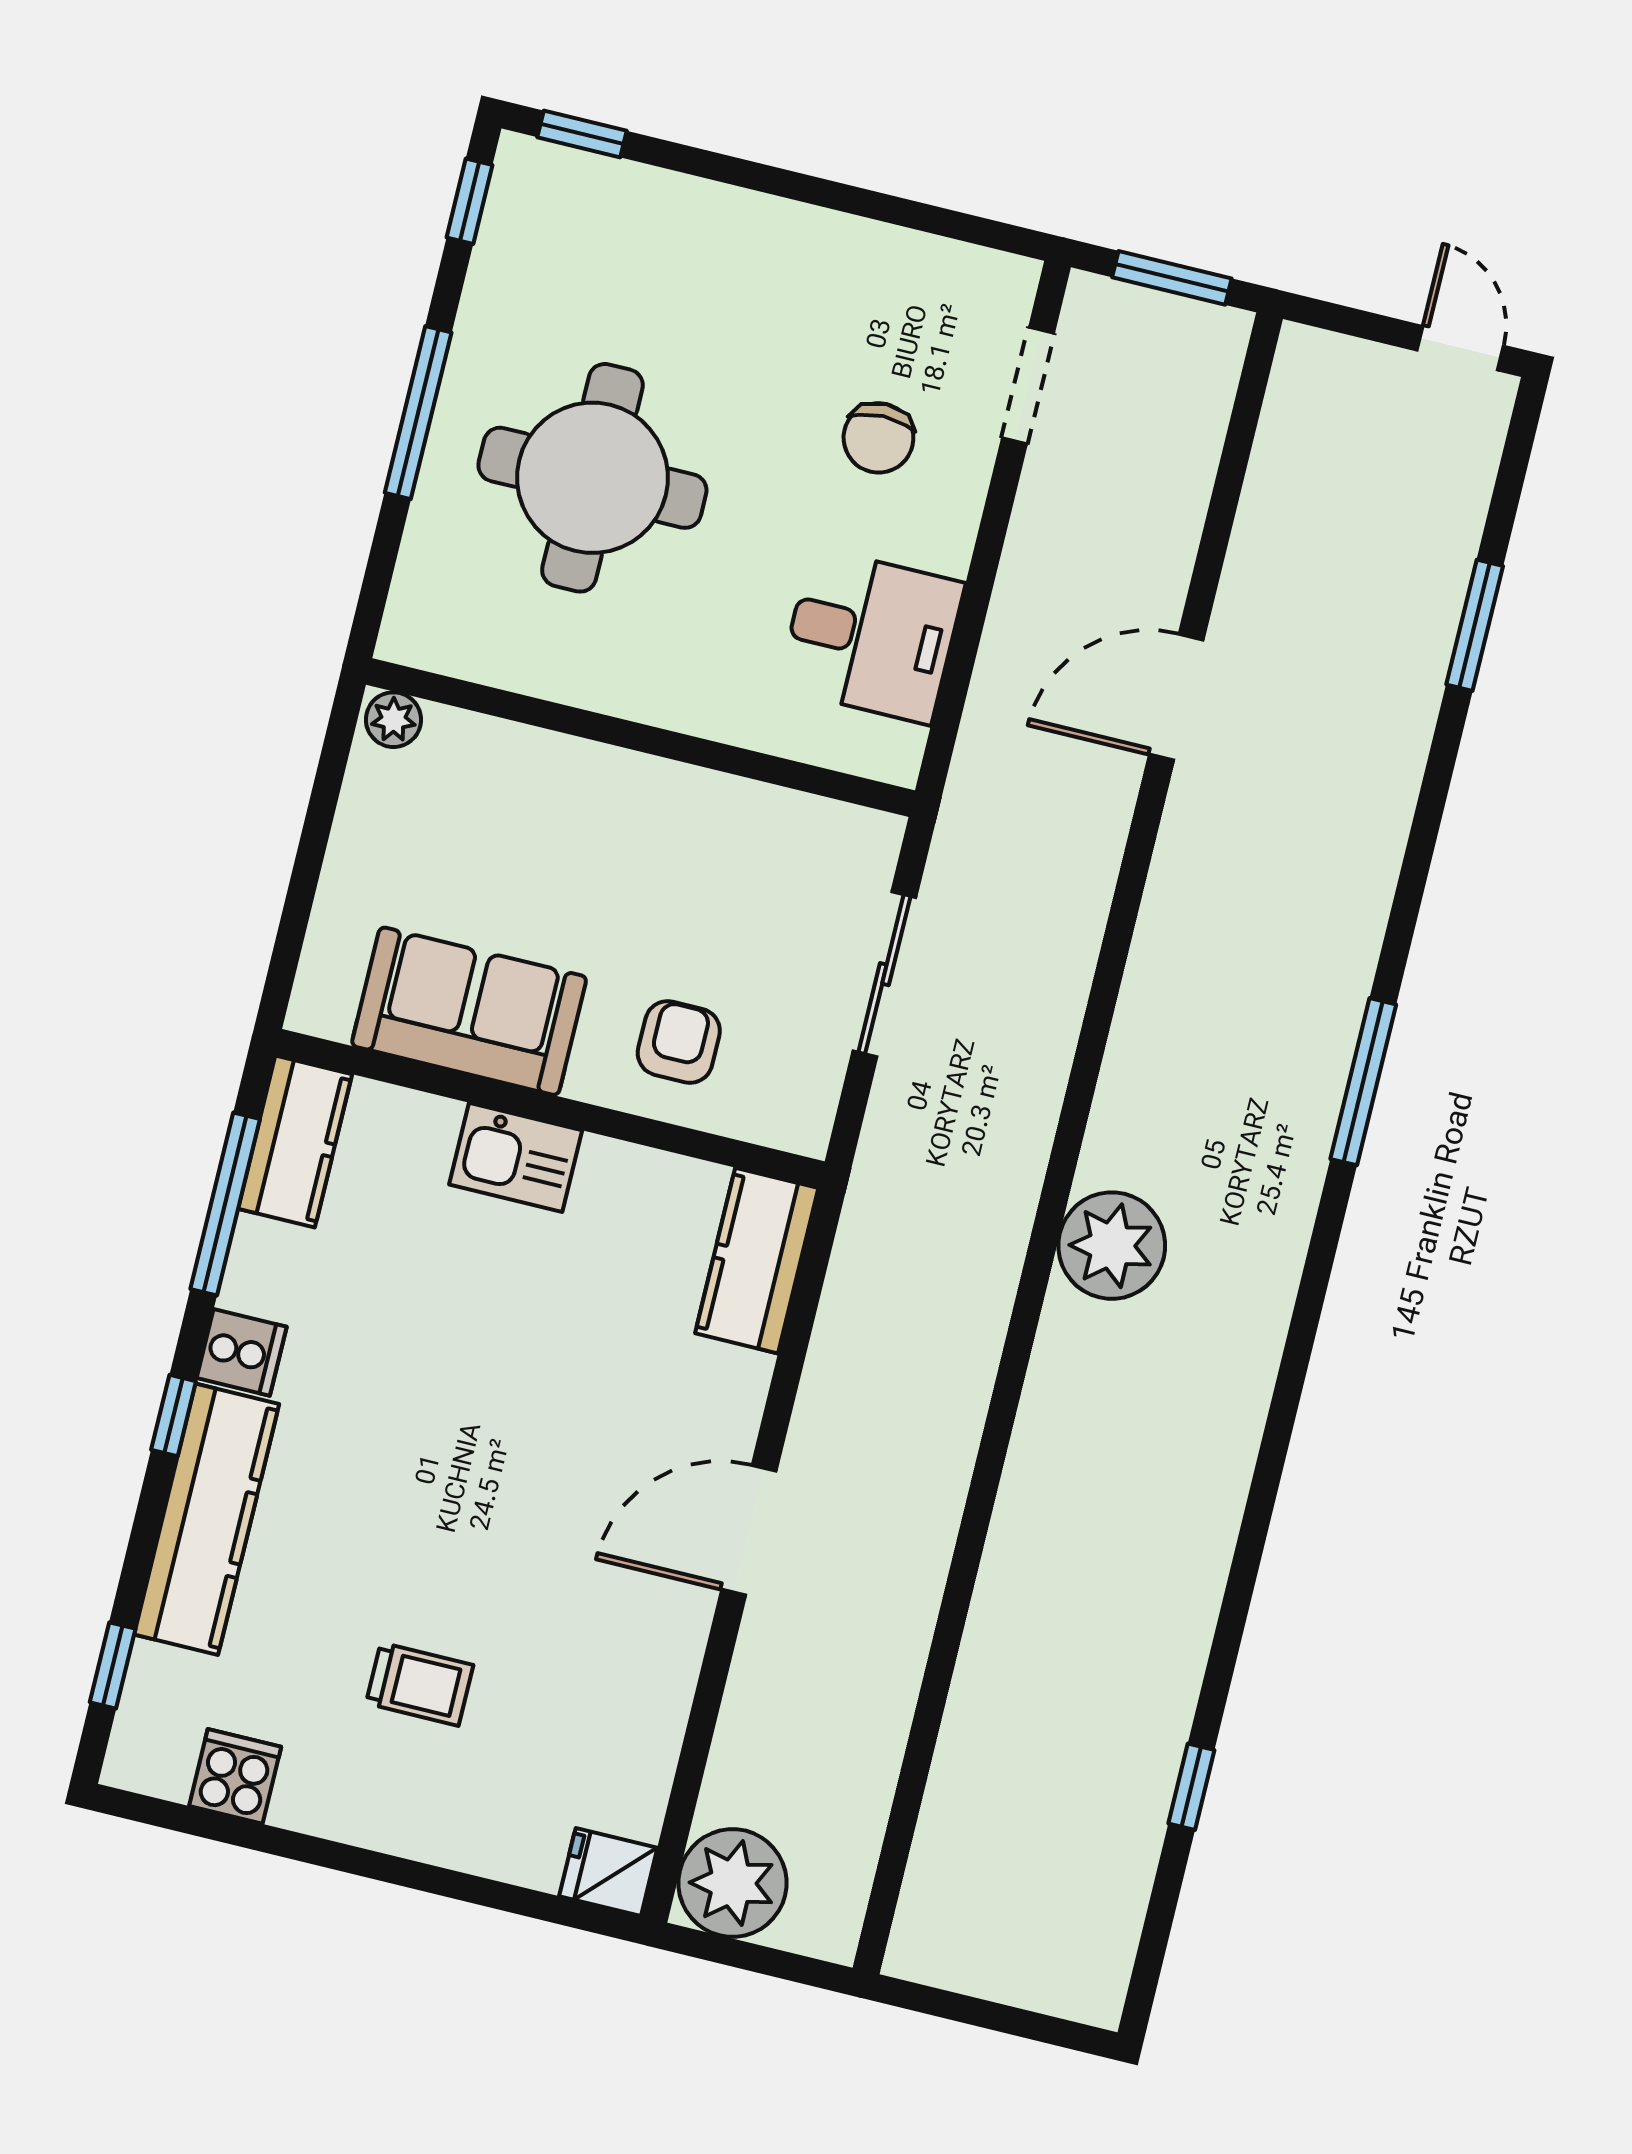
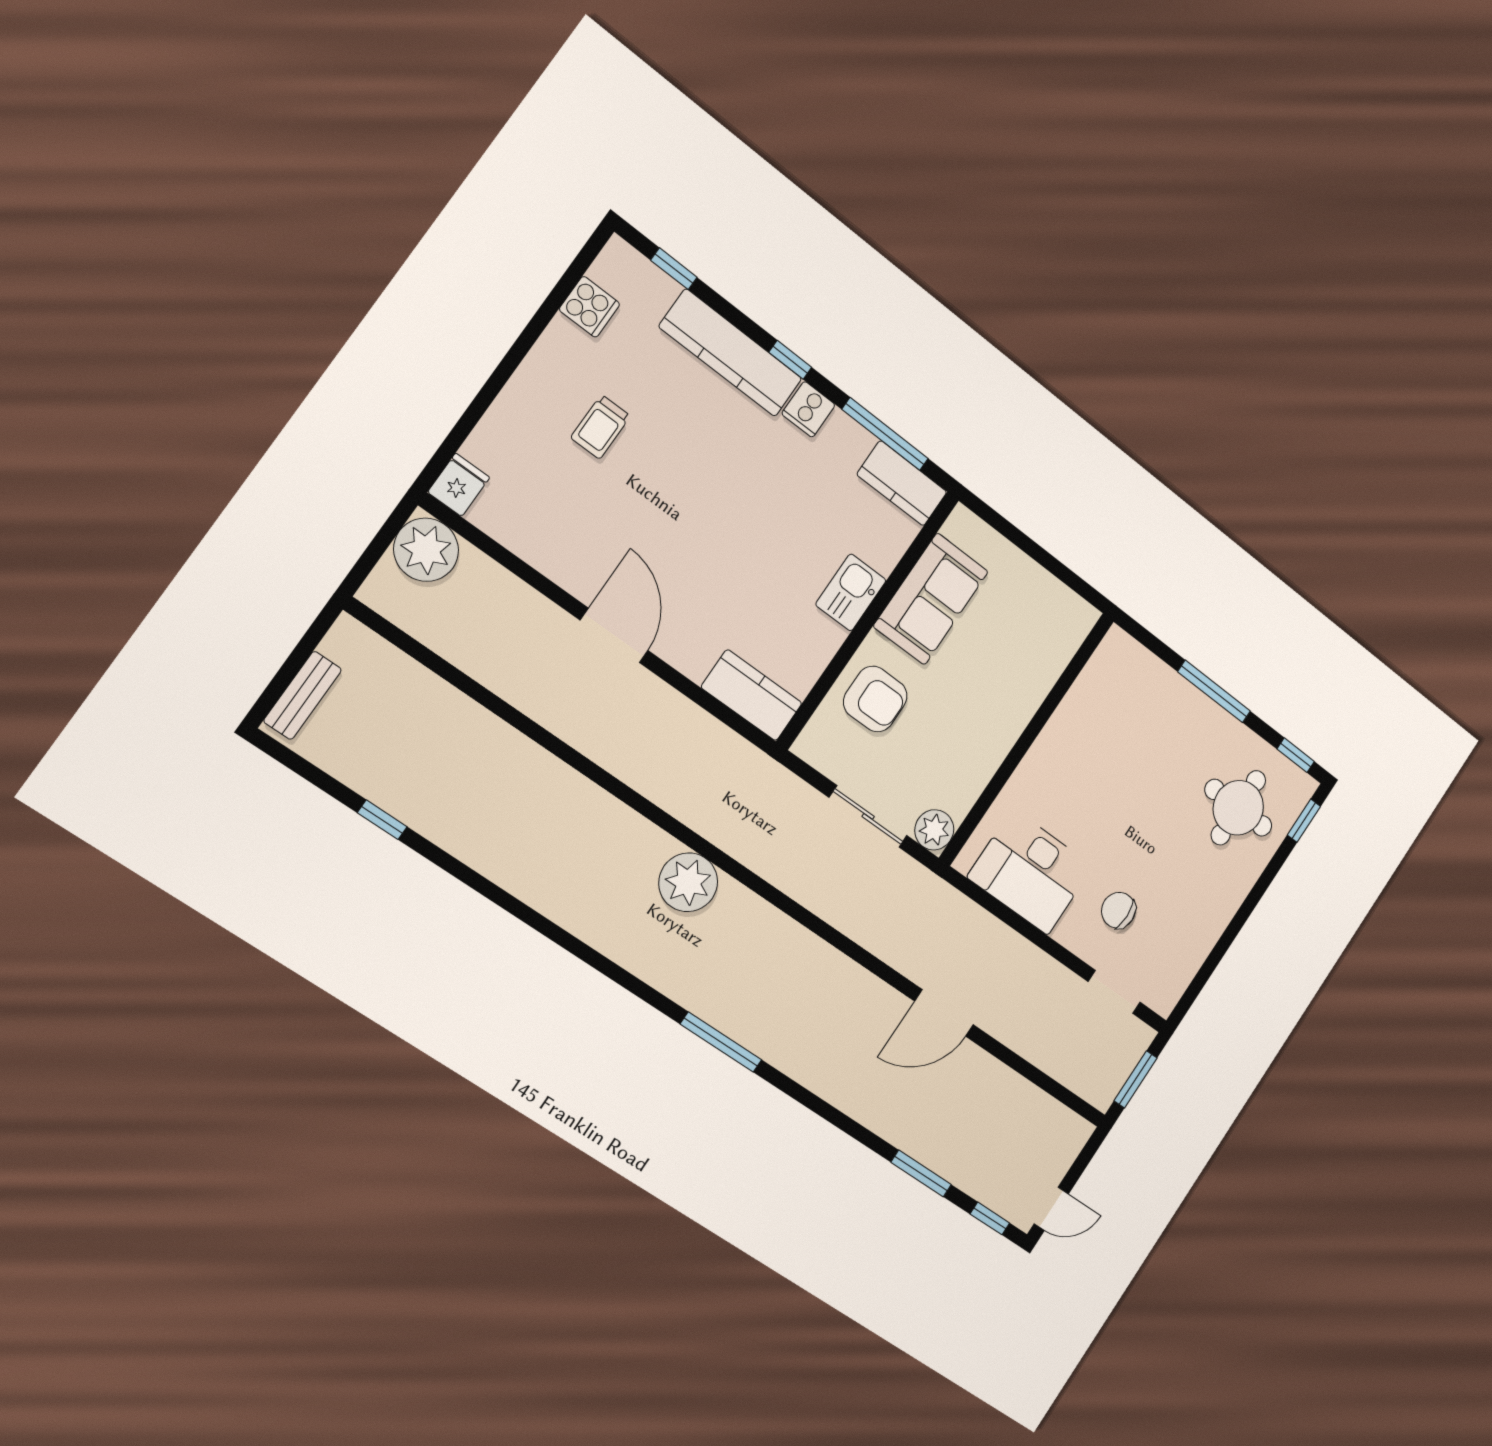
window: (1515, 461) -> (990, 1219), added
round table: (592, 478) -> (1238, 808), moved, width x0.73, depth x0.73
desk: (871, 636) -> (1030, 872), width x1.37
door: (1176, 697) -> (944, 1013), swing flipped
plant: (393, 720) -> (934, 830), moved, width x1.38, depth x1.38
armchair: (679, 1042) -> (875, 699), width x1.38, depth x1.38
bench: (1039, 1984) -> (303, 695), added

